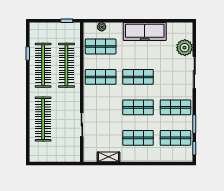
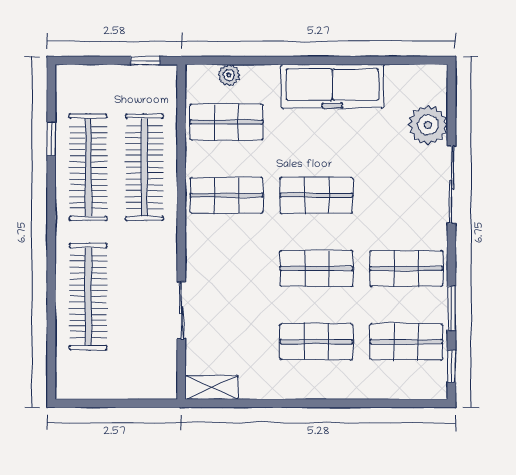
shelving: (108, 157) -> (212, 388), moved

